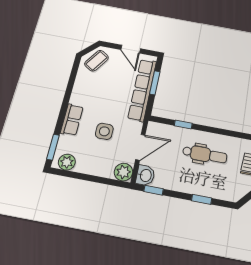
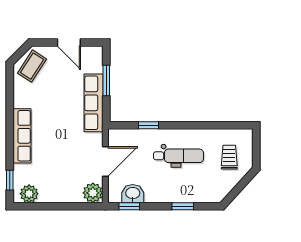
row of seats: (142, 90) -> (93, 103), width x0.73
row of seats: (72, 120) -> (22, 136), width x1.48
side table: (104, 131) -> (61, 151), removed
window: (53, 147) -> (10, 180), width x0.67
washbasin: (145, 175) -> (133, 194), moved, turned -90

